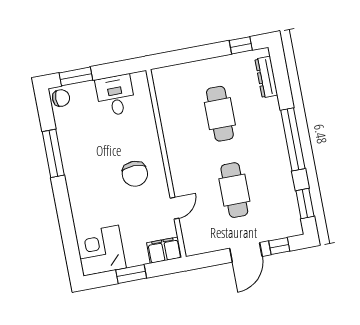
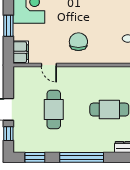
chair: (135, 174) -> (78, 42), turned 90
cafe table: (234, 190) -> (54, 110), turned 90

